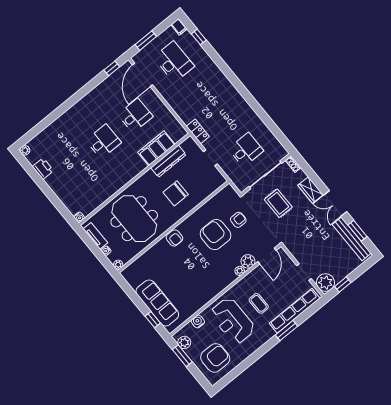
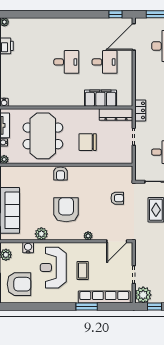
dresser: (168, 161) -> (116, 115), moved
armchair: (216, 235) -> (66, 210), moved
plant: (248, 261) -> (41, 234), moved

